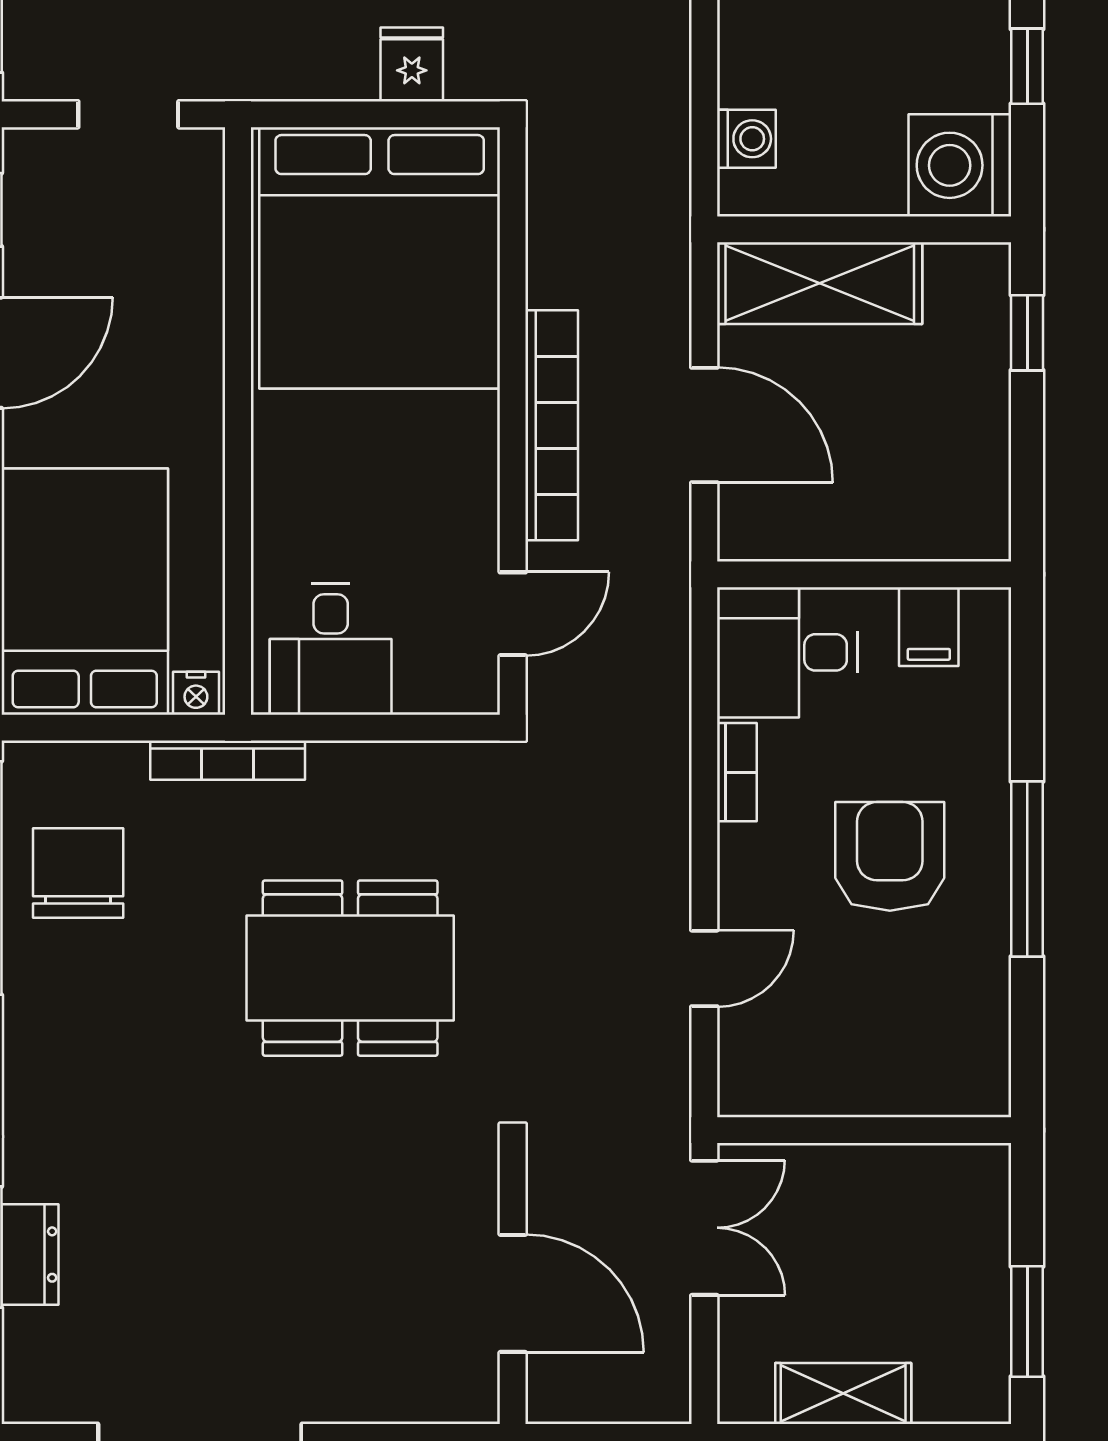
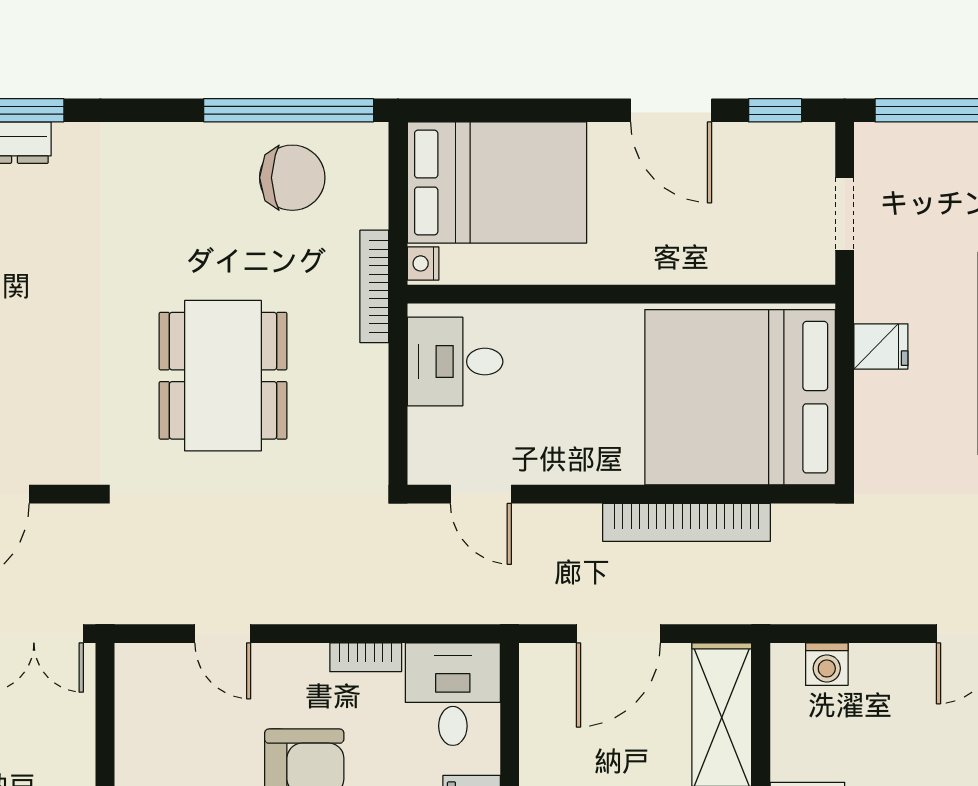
fridge: (412, 64) -> (881, 346), moved
bookcase: (552, 425) -> (686, 522), moved

